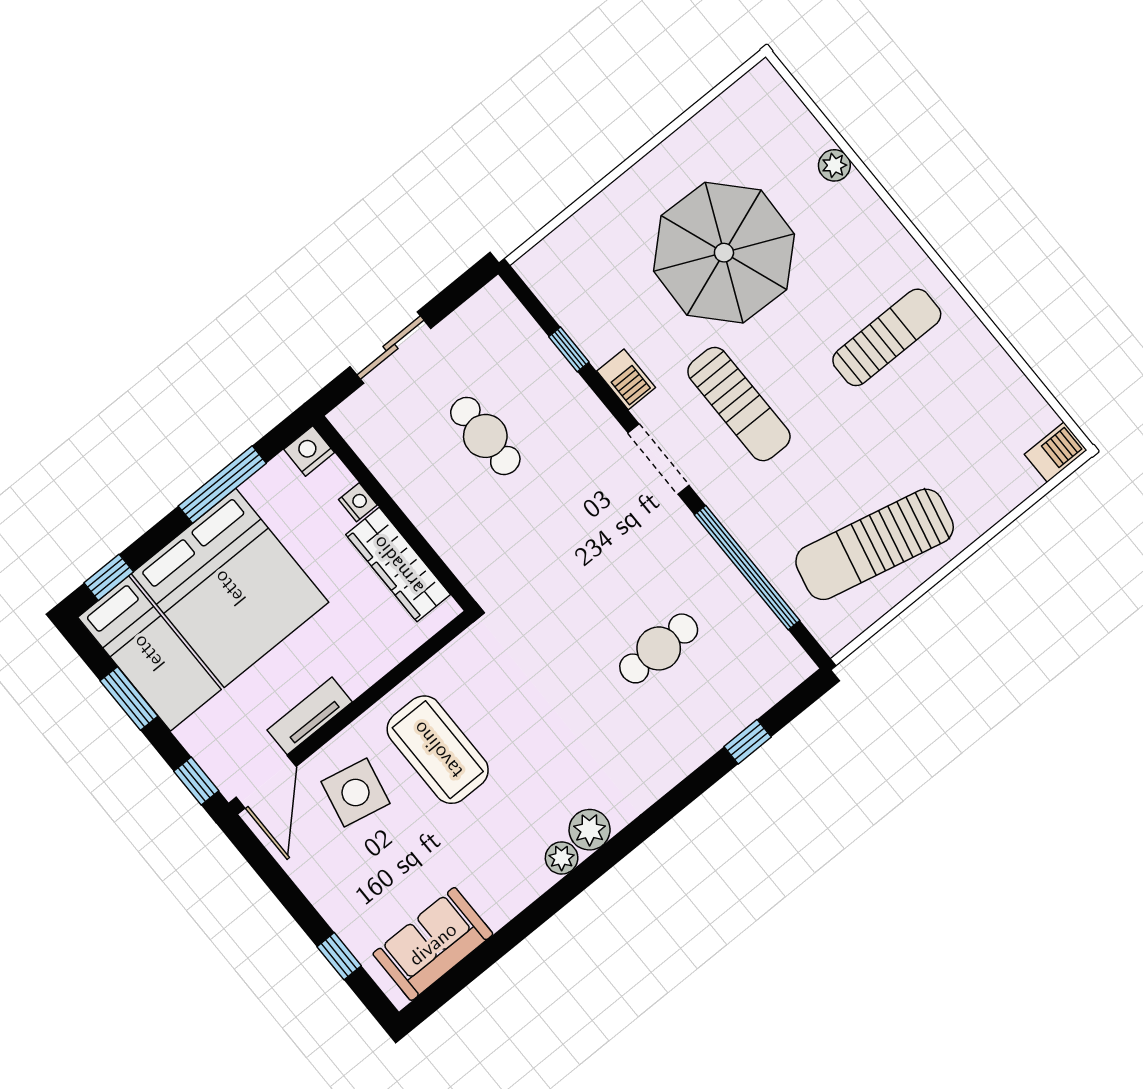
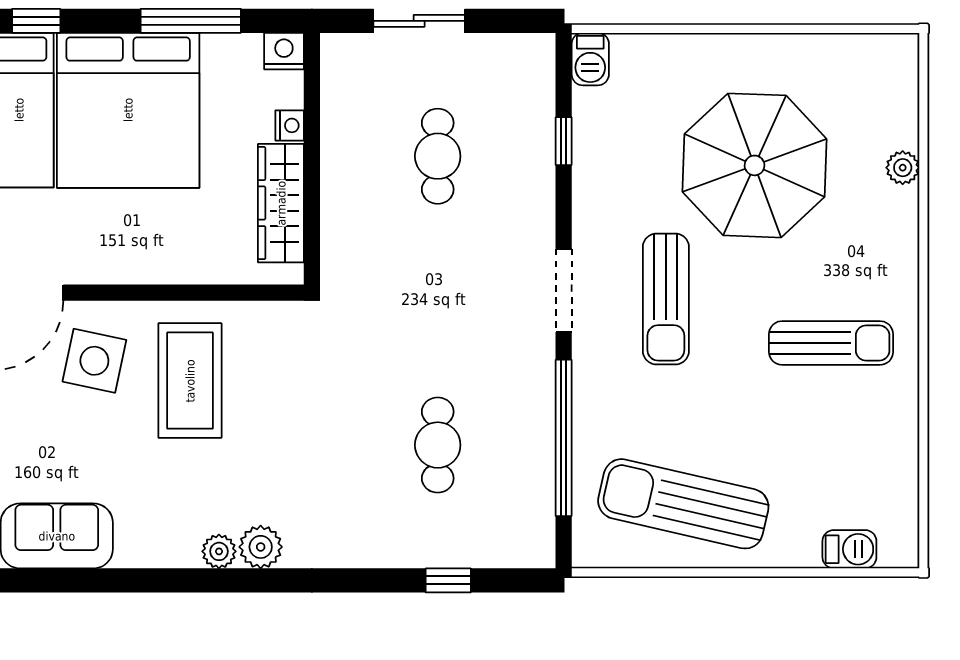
barbecue: (626, 379) -> (590, 59), moved
barbecue: (1056, 452) -> (849, 549), moved
cafe table: (659, 648) -> (438, 445), turned 90
tv unit: (310, 716) -> (108, 268), removed

